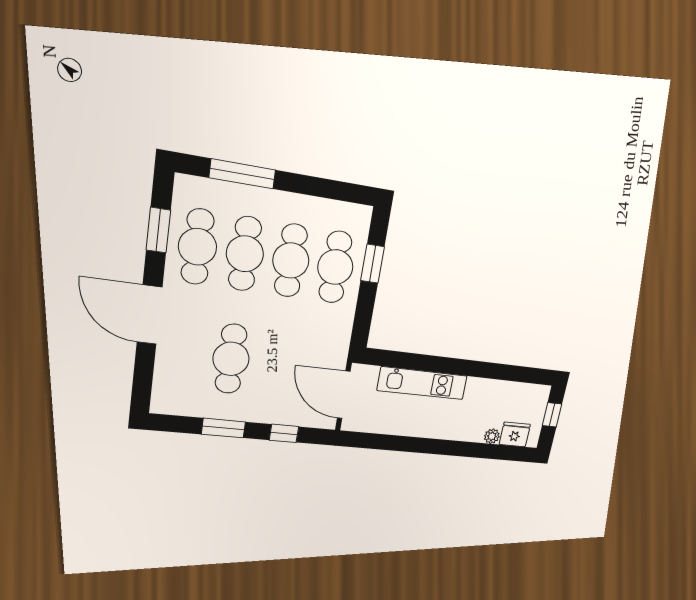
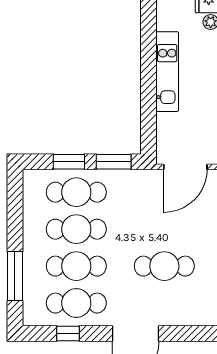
window: (158, 230) -> (68, 333), width x0.67
window: (363, 316) -> (114, 162), added
kitchen unit: (422, 383) -> (167, 72), moved

